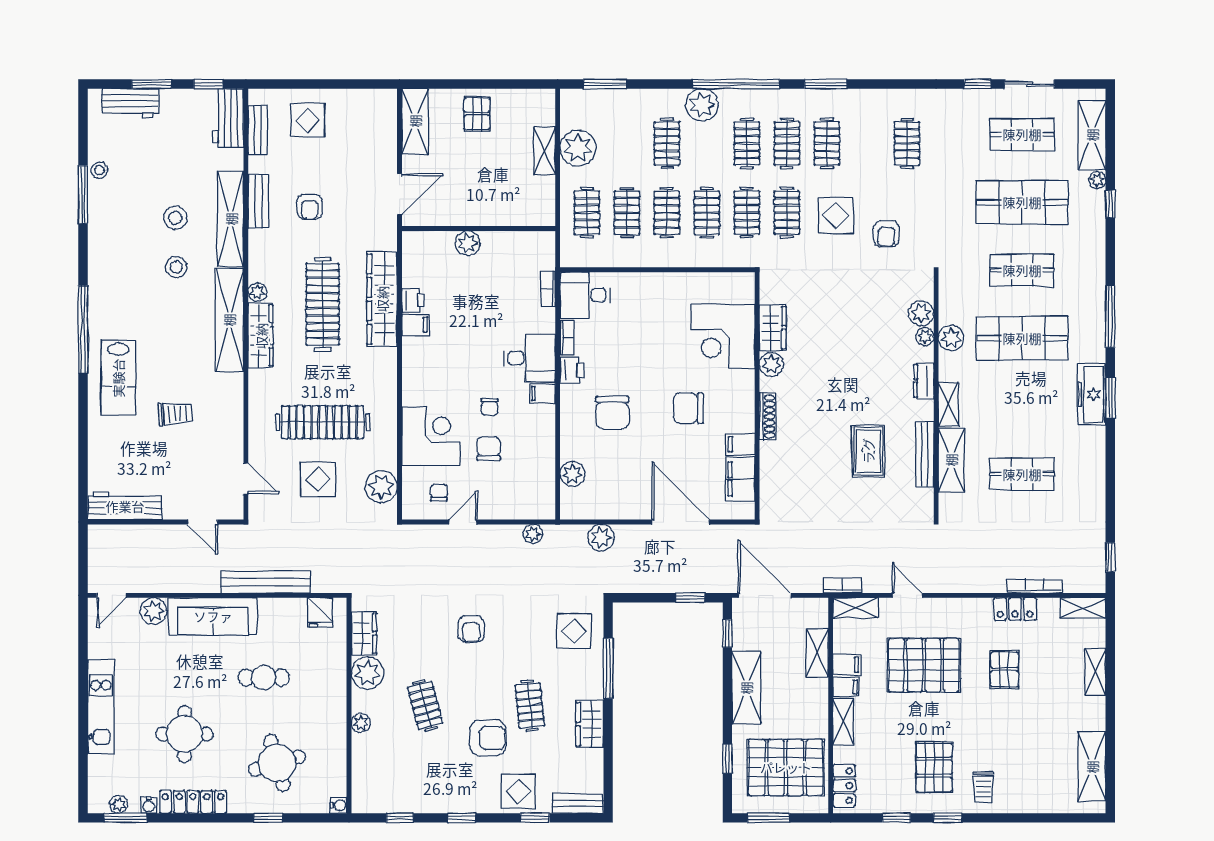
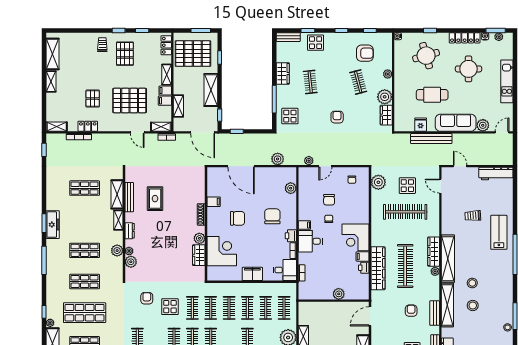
shop shelf: (1022, 338) -> (85, 250), width x0.70, depth x0.74
corner desk: (431, 436) -> (356, 237), moved
filing cabinet: (740, 479) -> (252, 274), moved, turned -90
door: (463, 522) -> (325, 166), moved
fridge: (320, 613) -> (421, 125), moved
shelving: (1095, 672) -> (51, 81), moved
cafe table: (264, 678) -> (432, 95), width x1.37, depth x1.35
armchair: (488, 738) -> (365, 53), moved, turned 180

